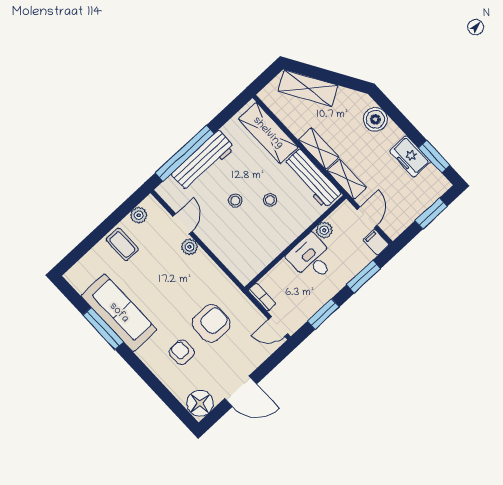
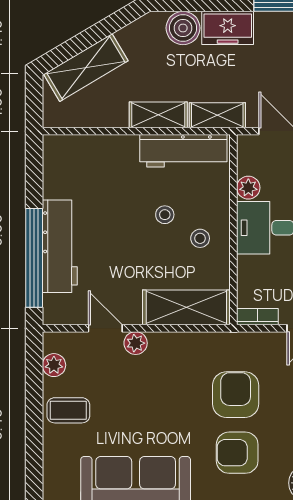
shelving: (268, 133) -> (186, 307), moved
freezer: (410, 156) -> (228, 28), moved
stool: (235, 200) -> (200, 238), moved
armchair: (182, 352) -> (237, 453), width x1.38, depth x1.38

